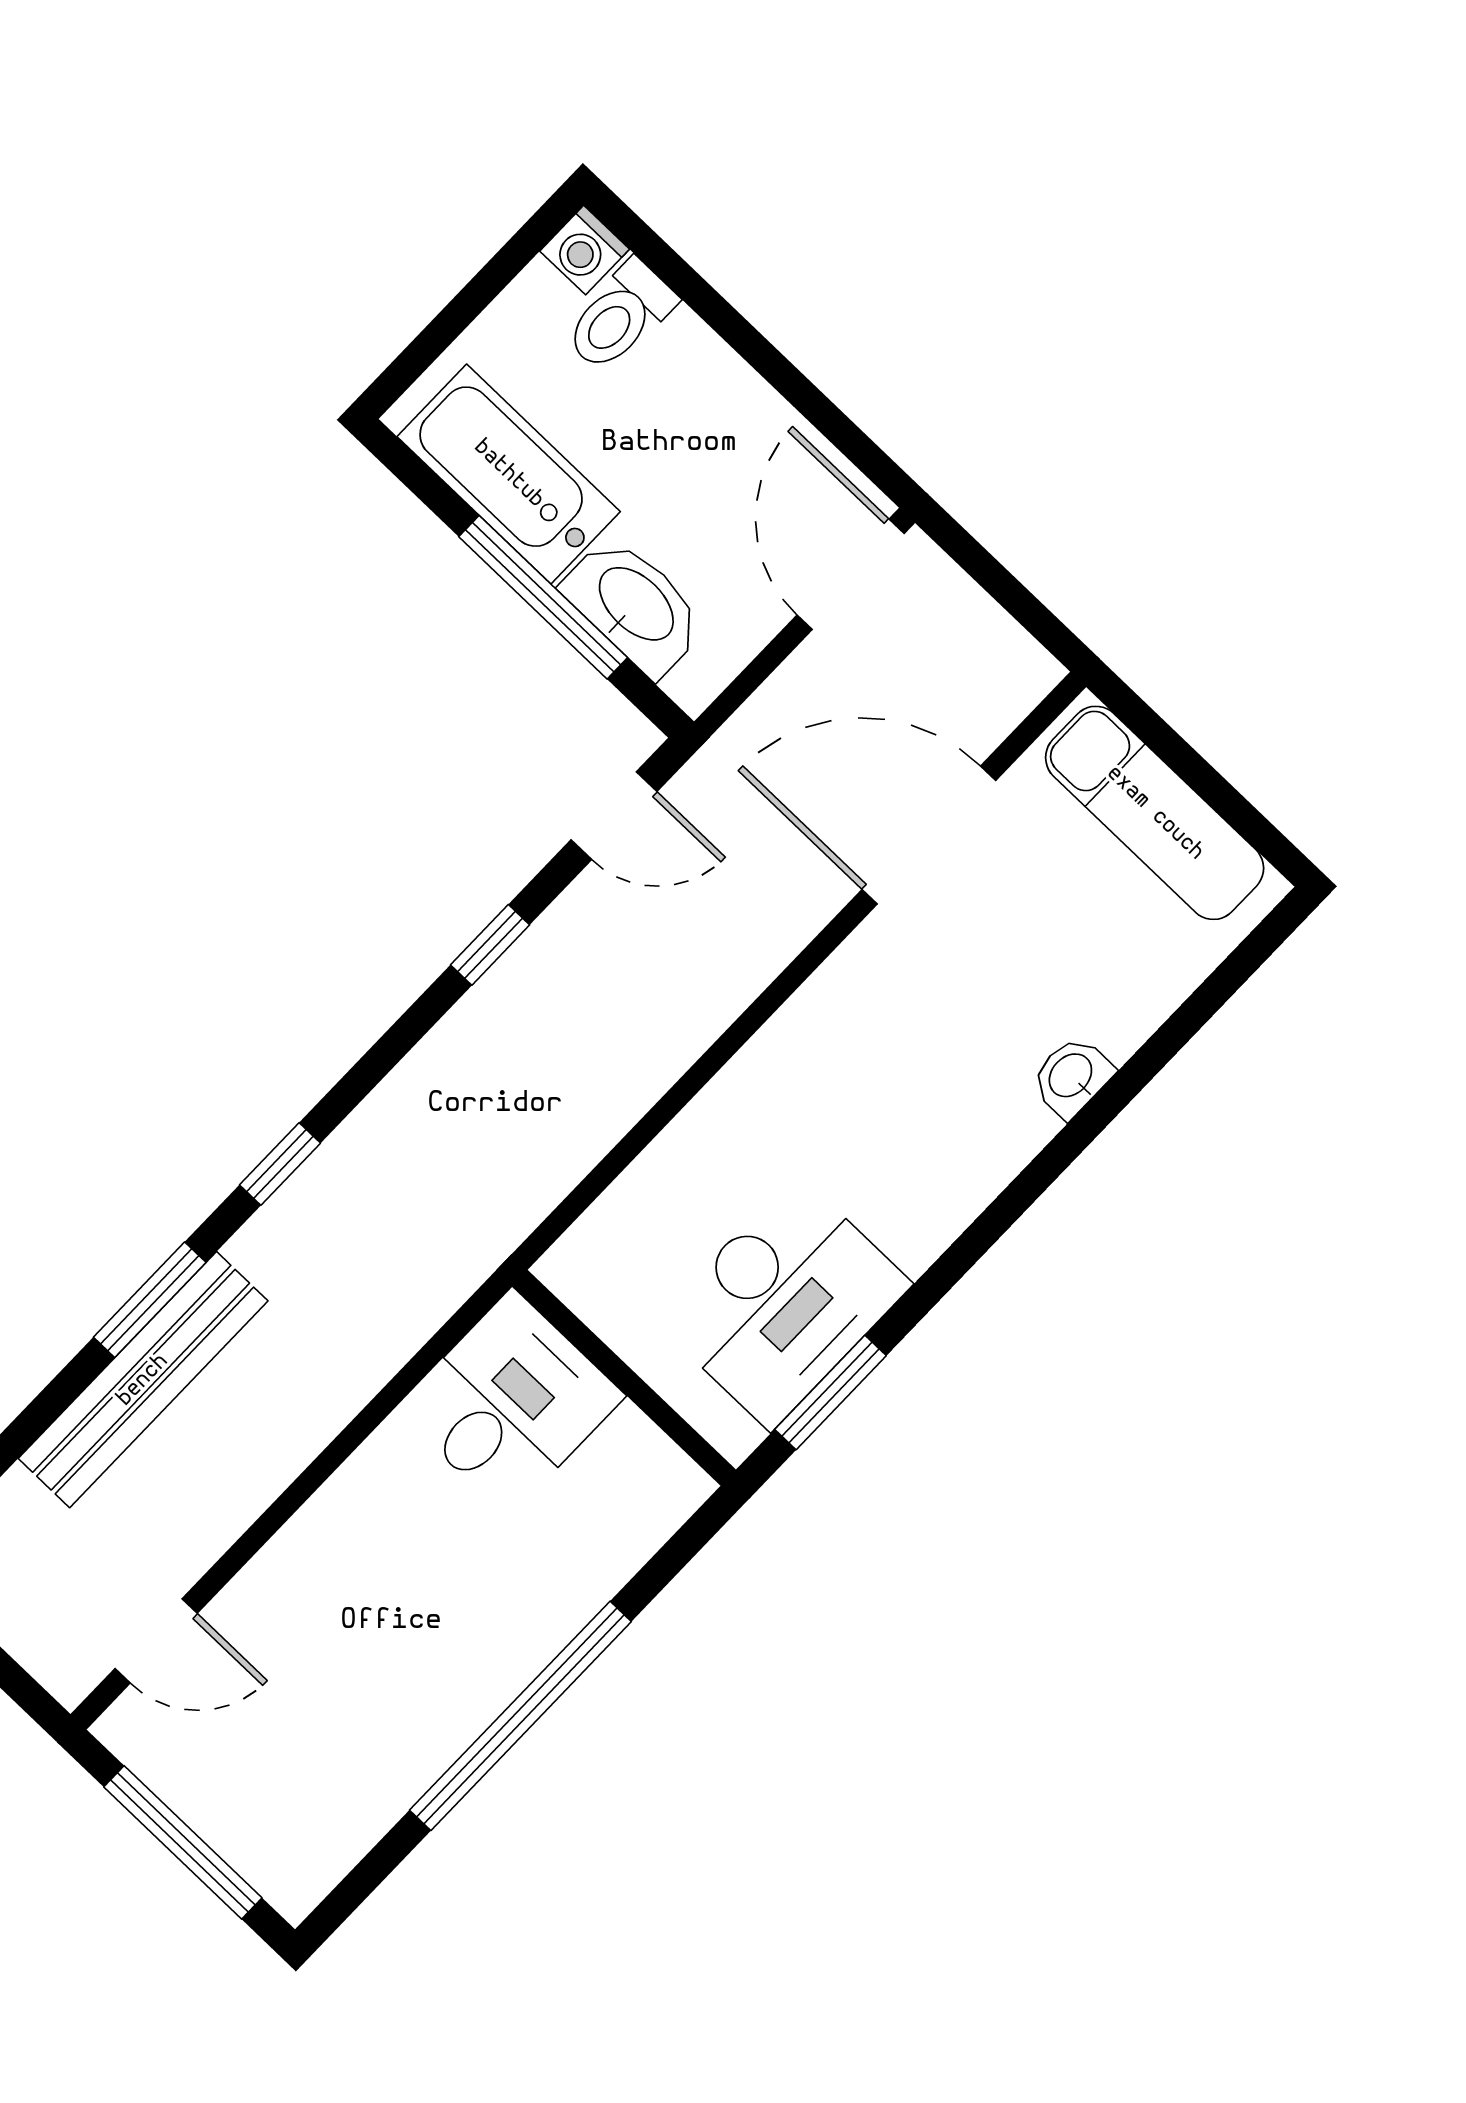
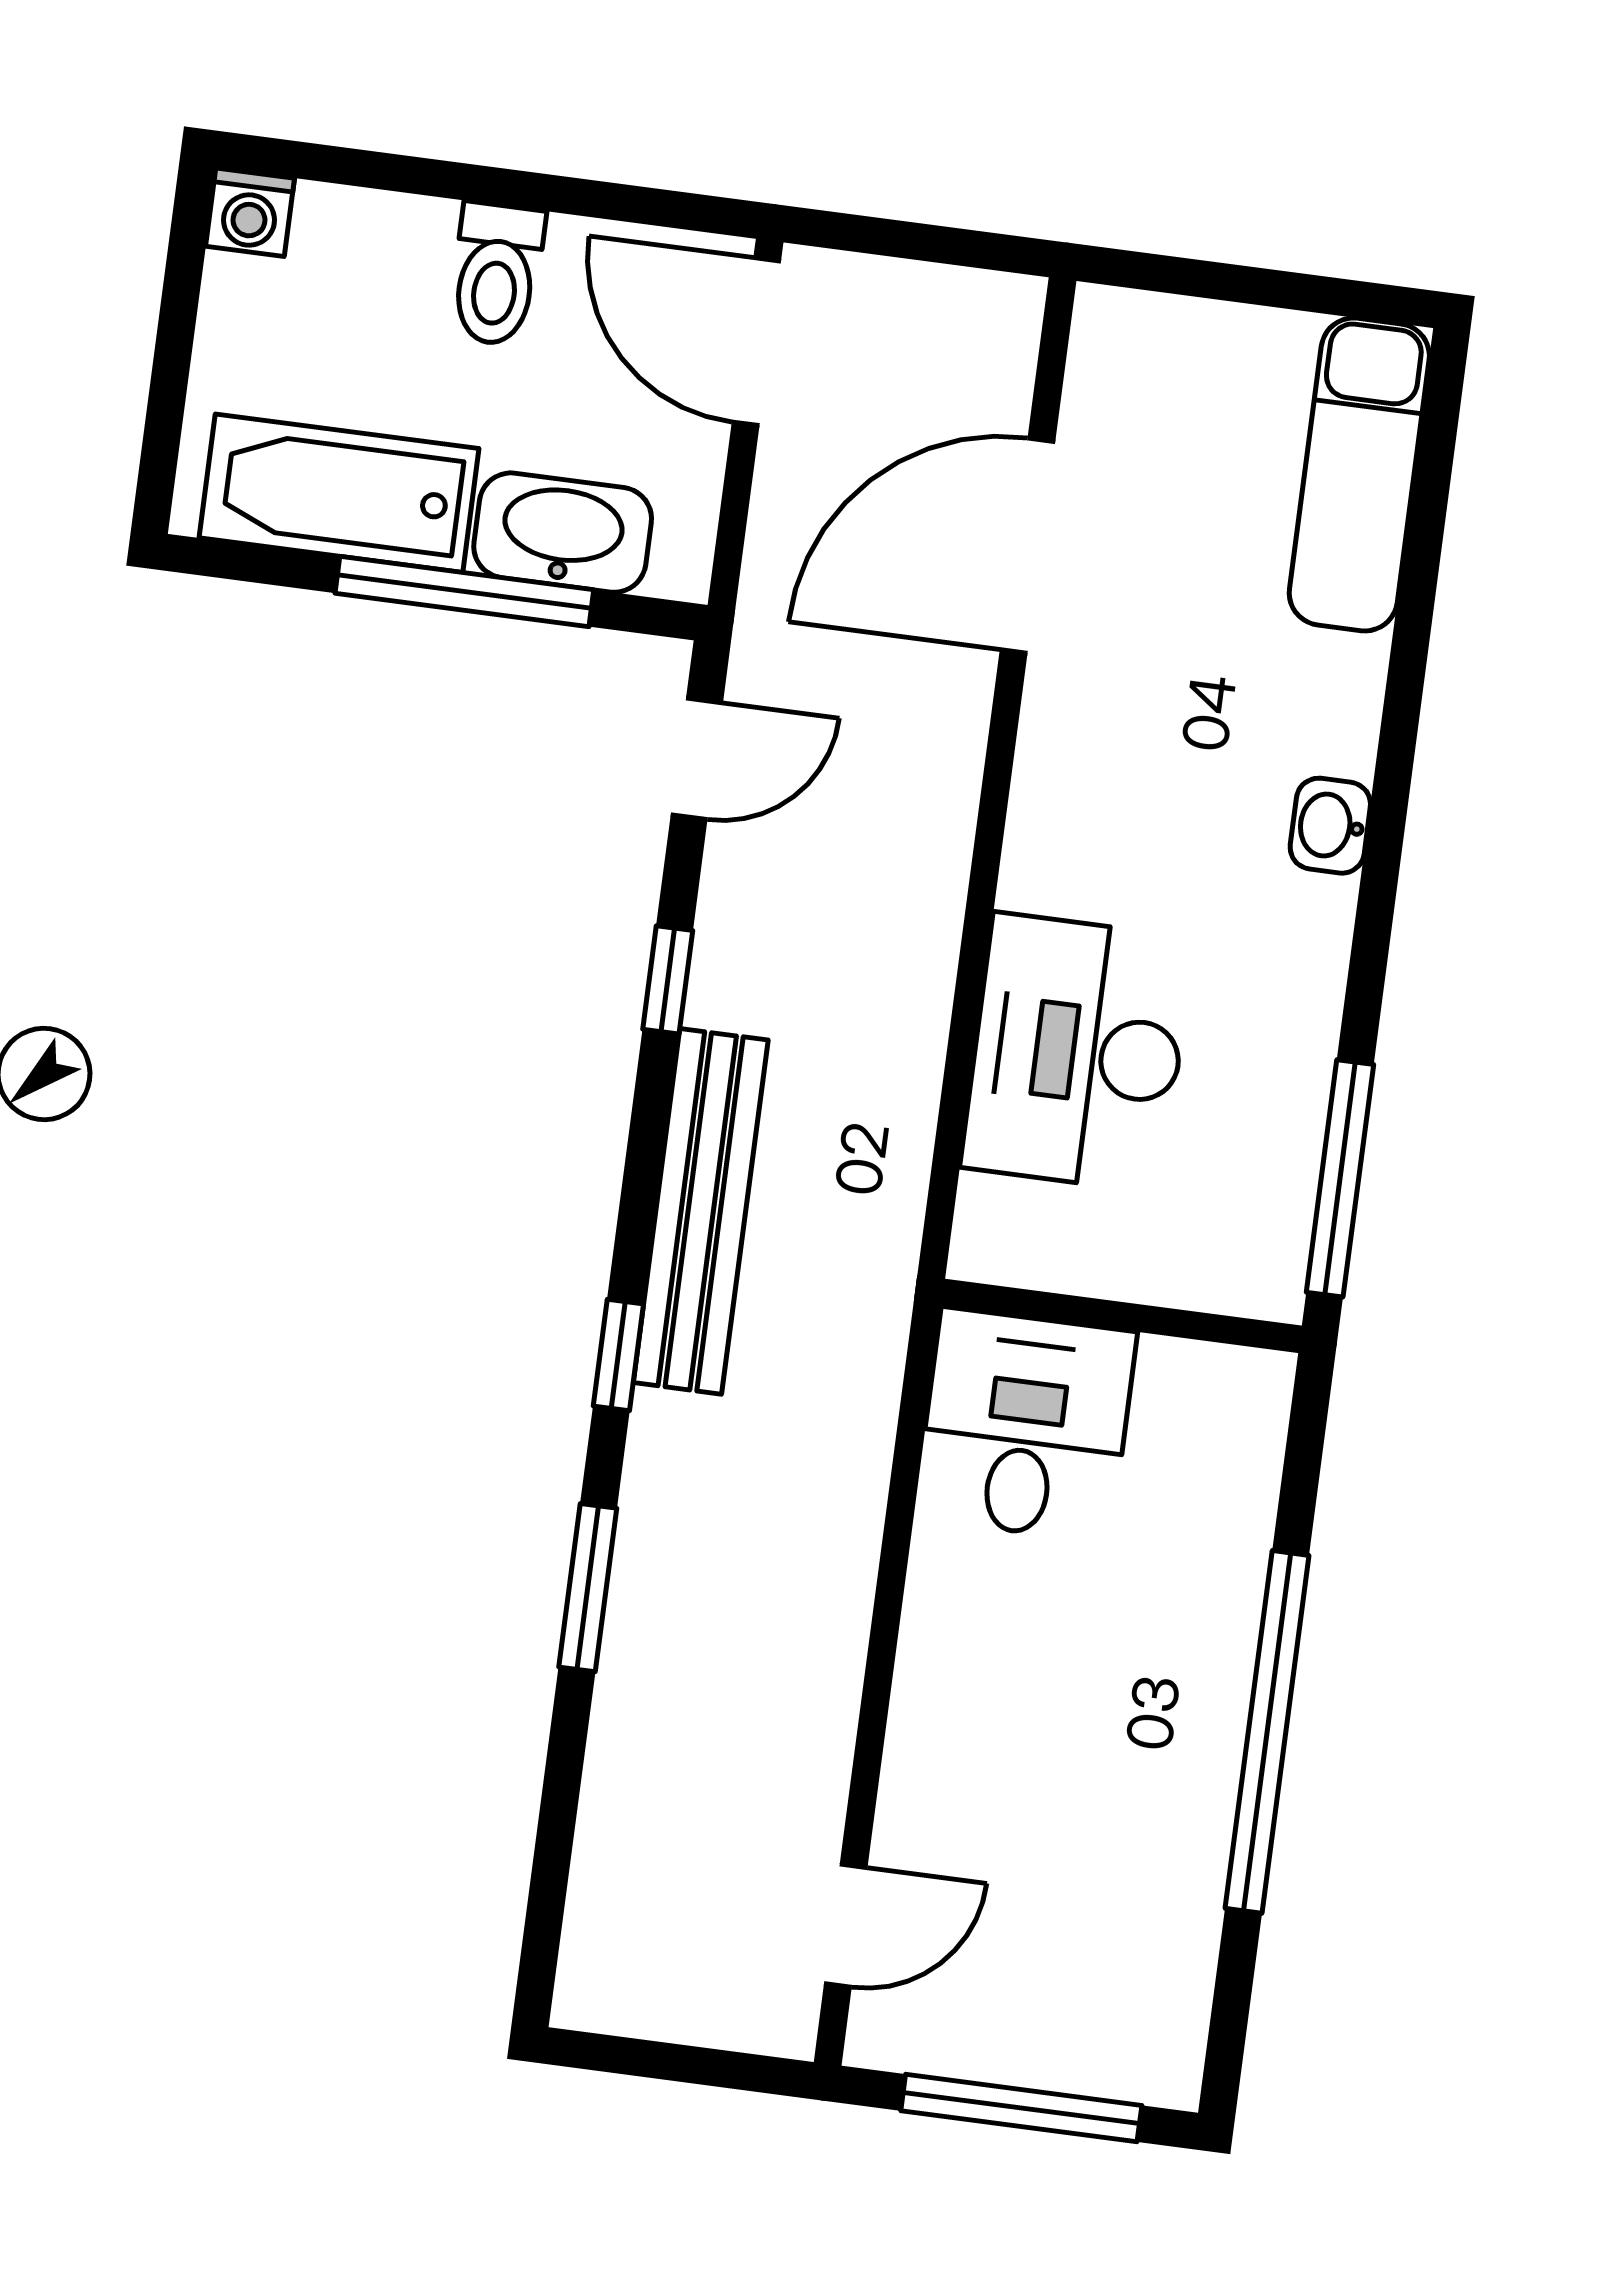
toilet: (620, 316) -> (497, 274), moved
exam couch: (1155, 813) -> (1359, 474), moved, turned 90
washbasin: (1072, 1077) -> (1330, 826), moved
desk: (784, 1302) -> (1077, 1053), moved, turned 180
bench: (143, 1380) -> (701, 1211), moved
window: (830, 1393) -> (1340, 1178), width x1.44

